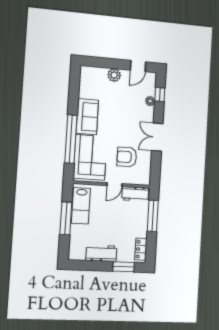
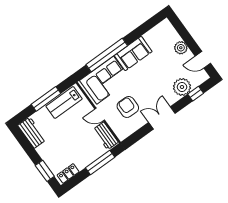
plant: (150, 101) -> (182, 87), width x1.88, depth x1.88
workbench: (101, 253) -> (32, 133), moved

